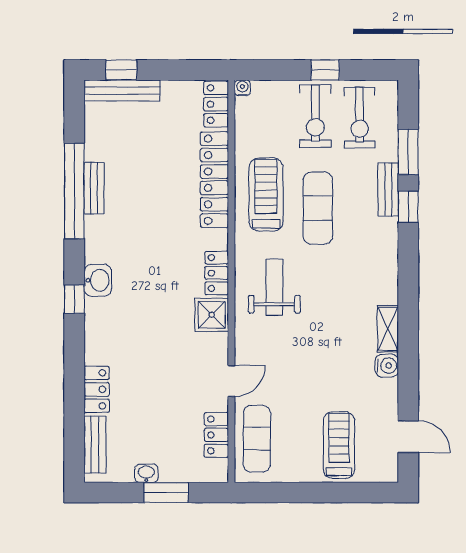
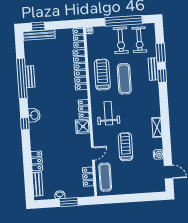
window: (325, 70) -> (124, 21), width x3.17
water cooler: (387, 366) -> (158, 154), moved
treadmill: (339, 445) -> (126, 147), moved

